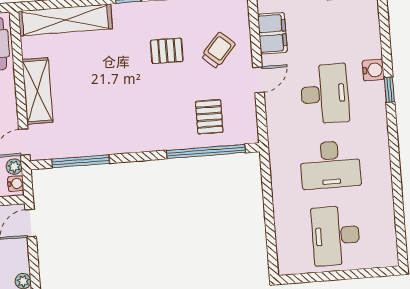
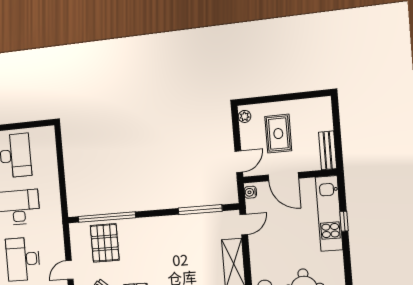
pallet: (209, 117) -> (105, 243), width x1.50, depth x1.42
plant: (14, 167) -> (252, 205), removed

